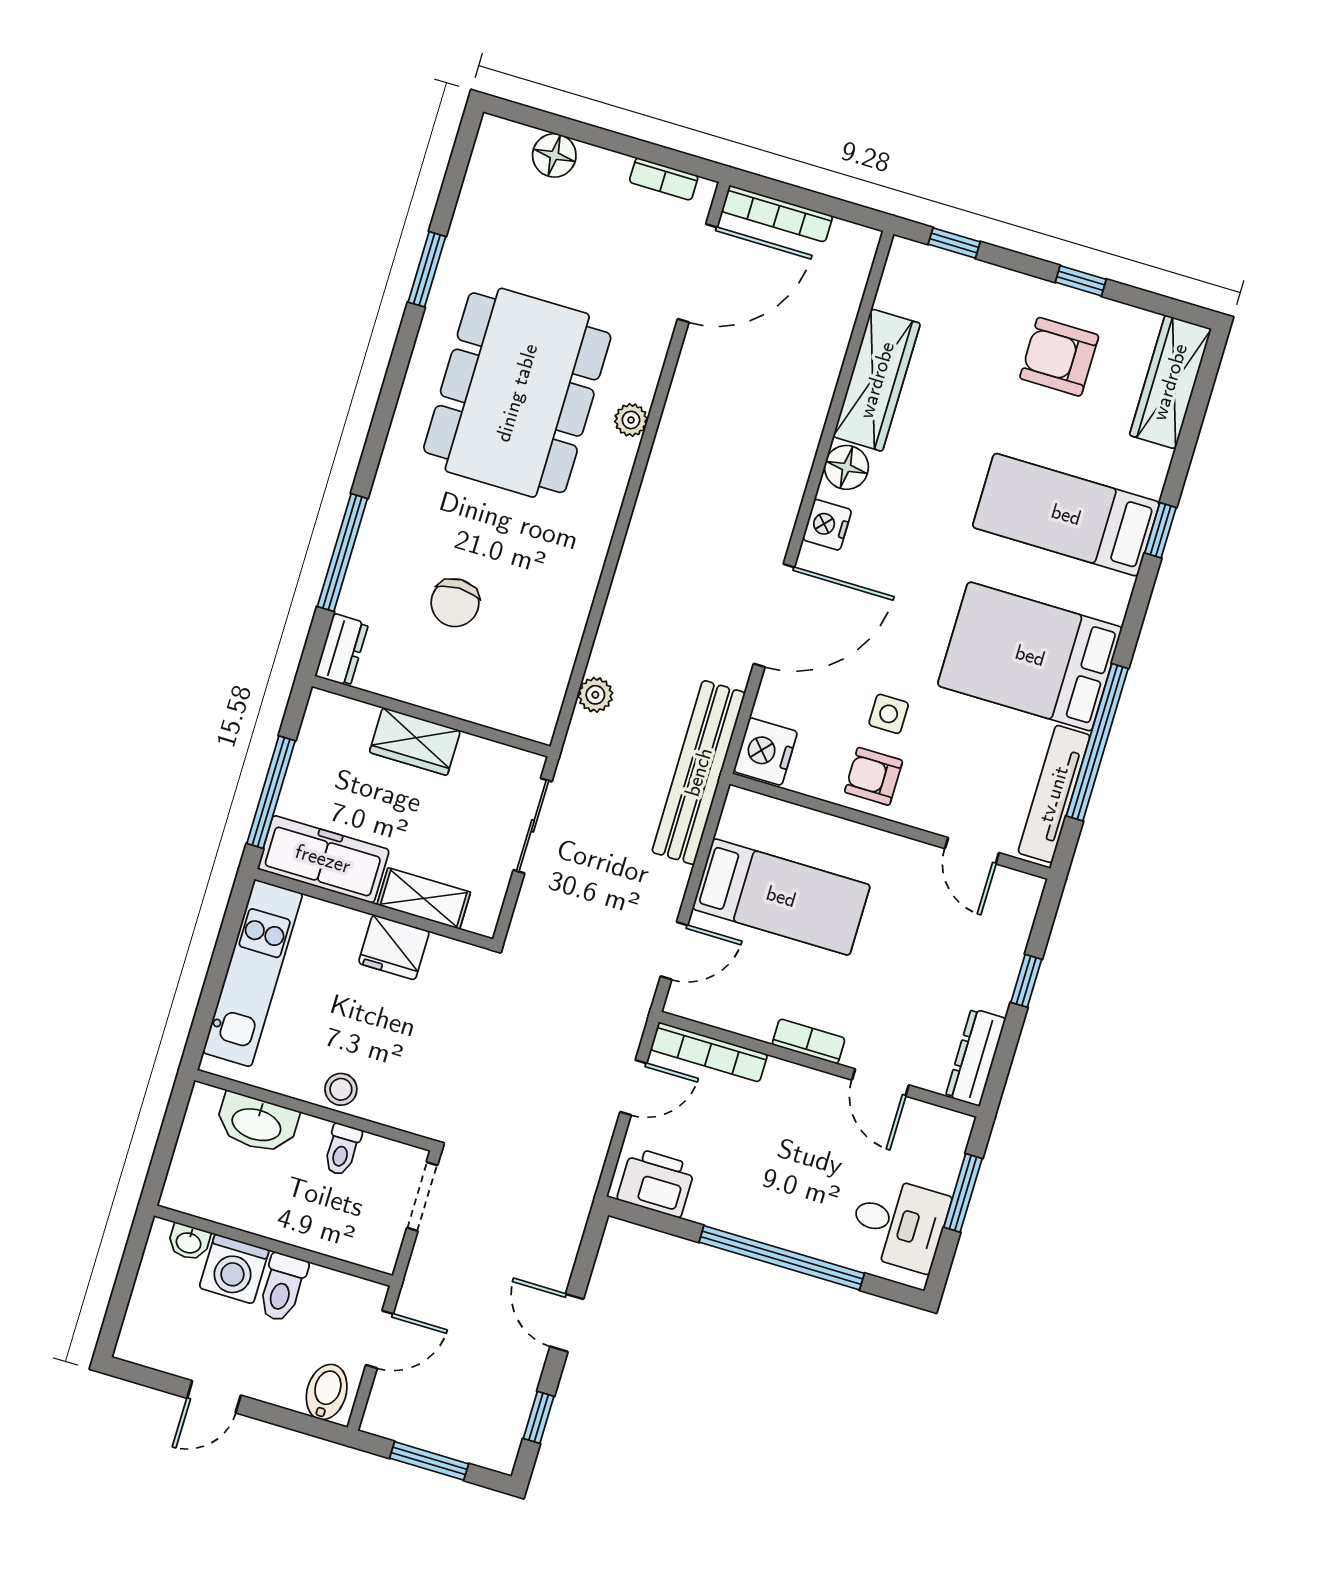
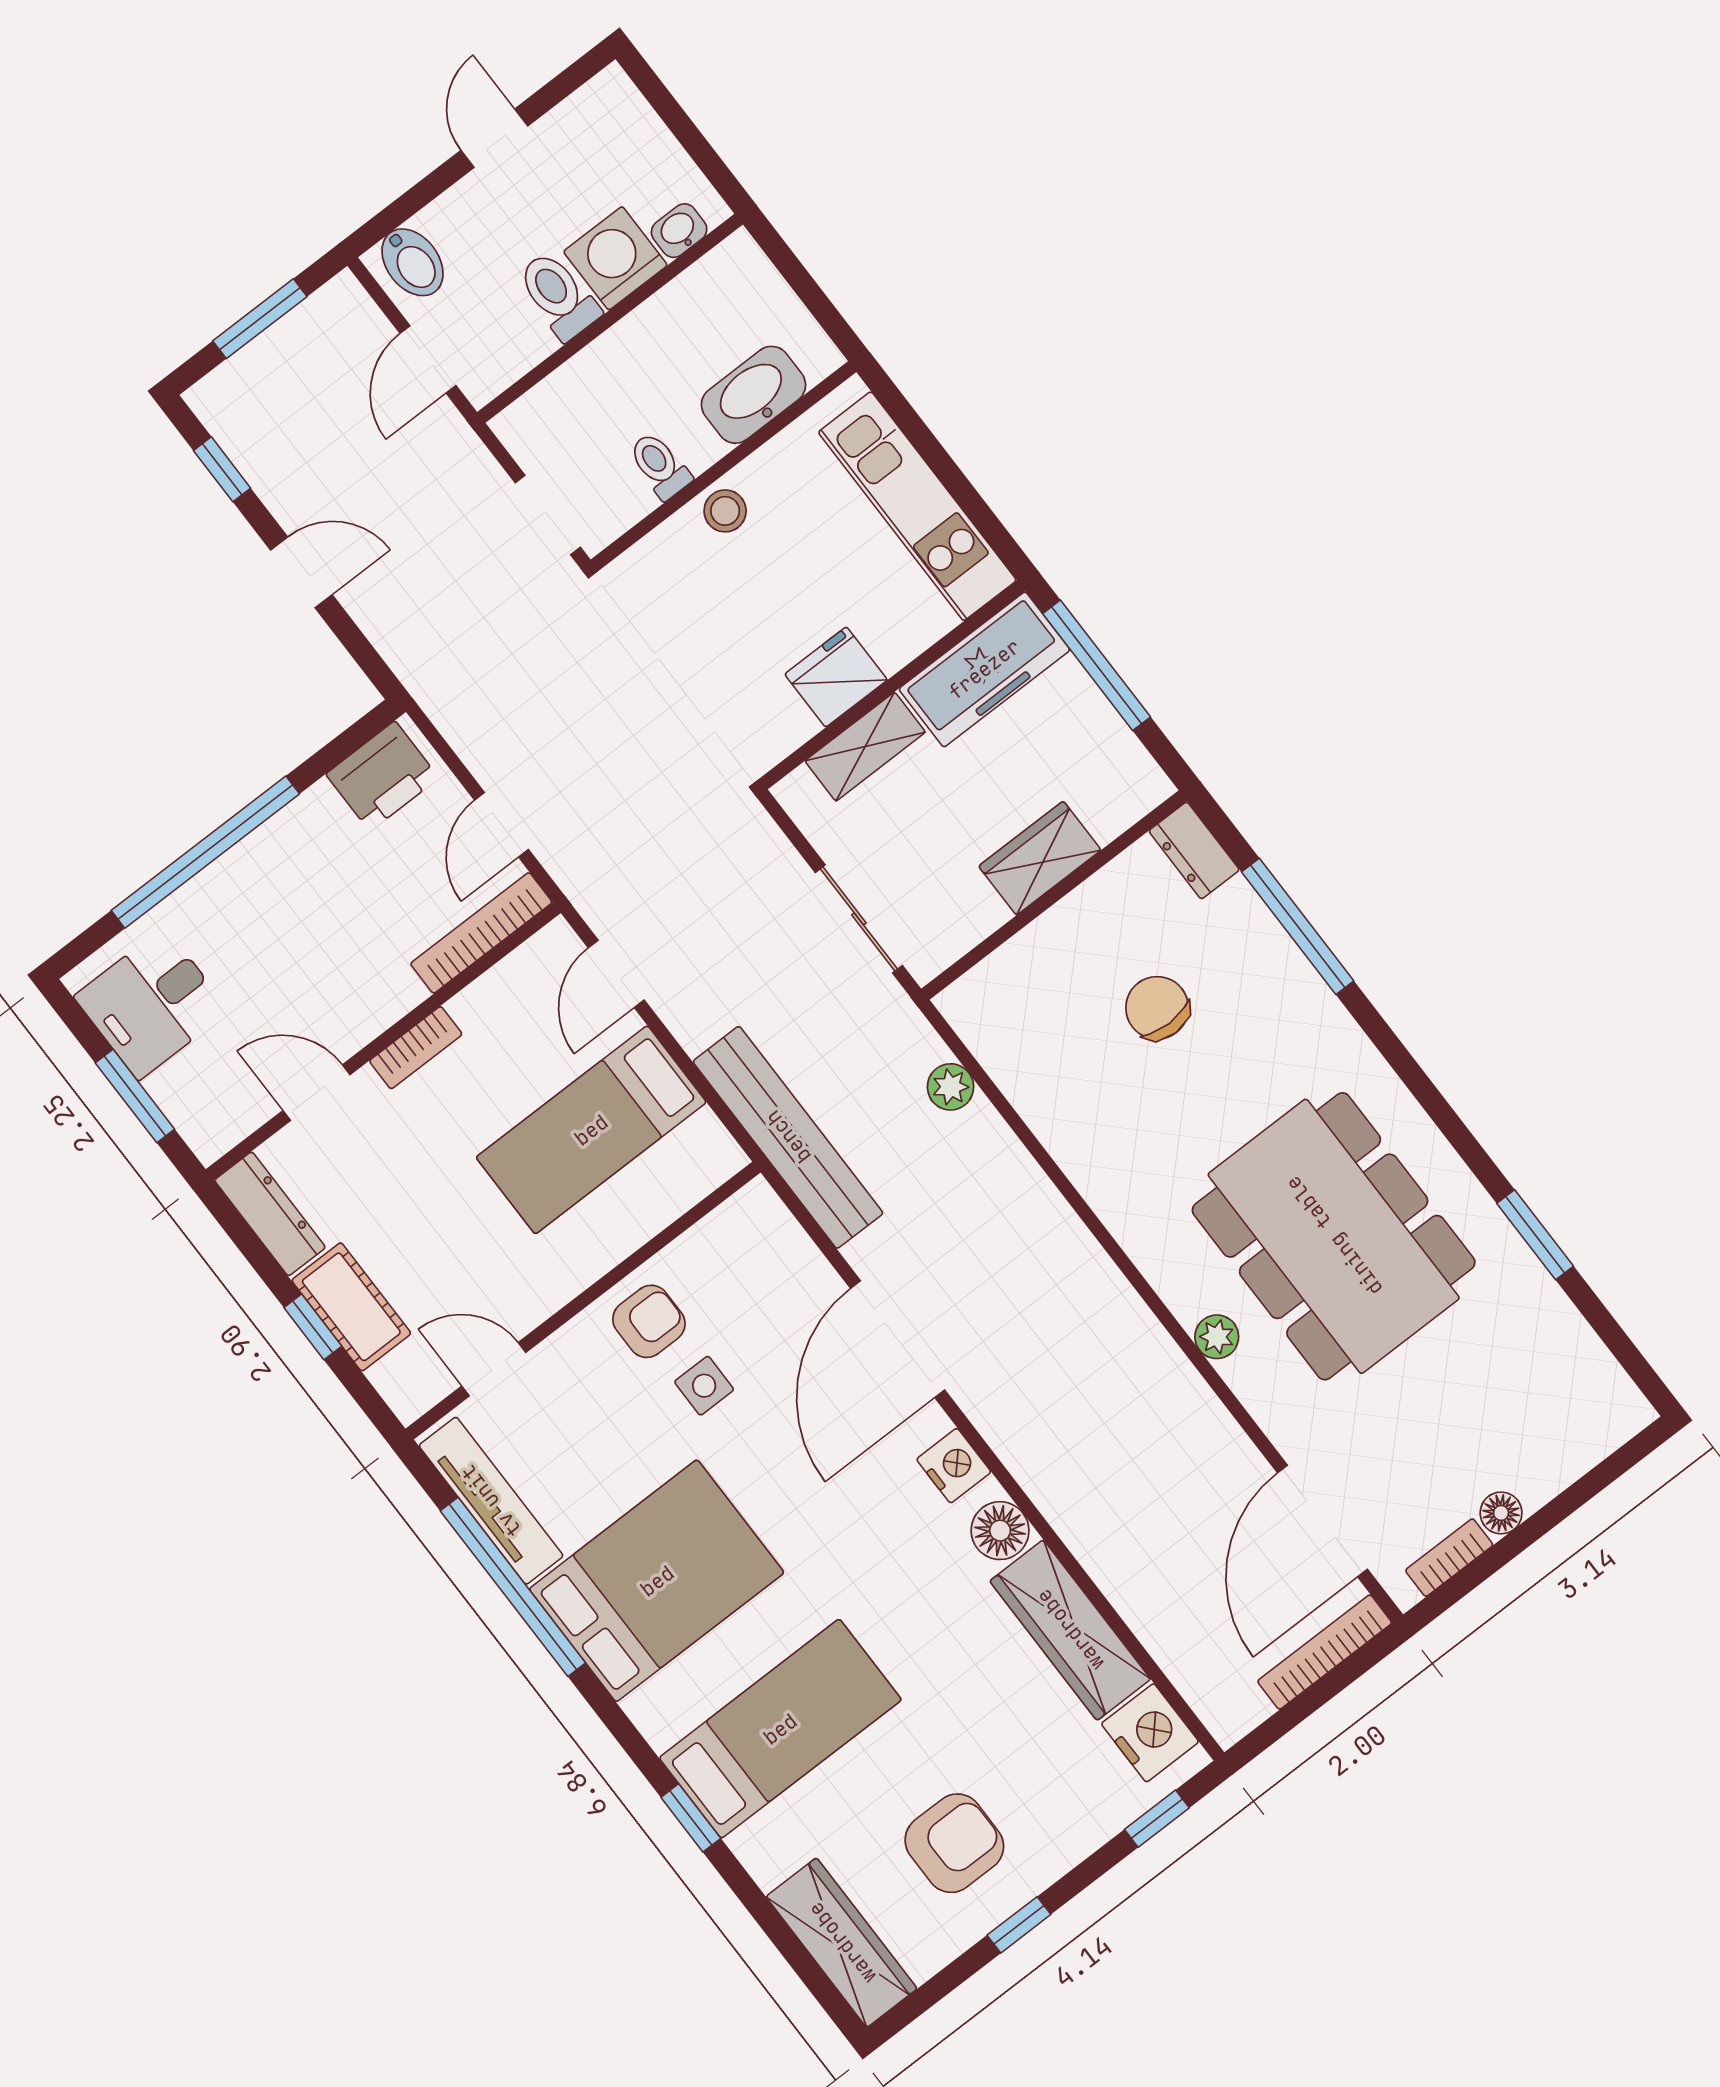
floor lamp: (554, 155) -> (1501, 1513), moved, width x0.73, depth x0.73
nightstand: (765, 751) -> (1150, 1733), moved
cot: (997, 966) -> (351, 1307), added

